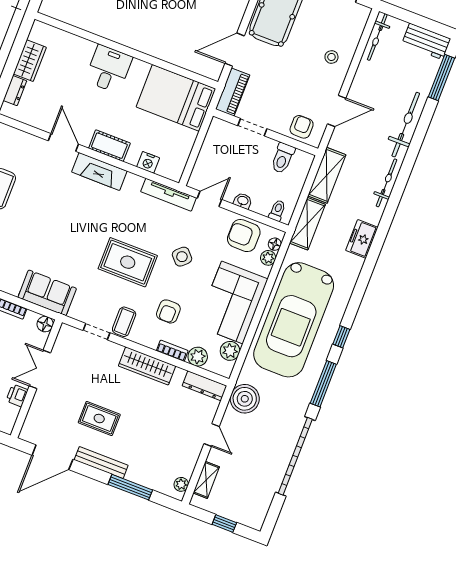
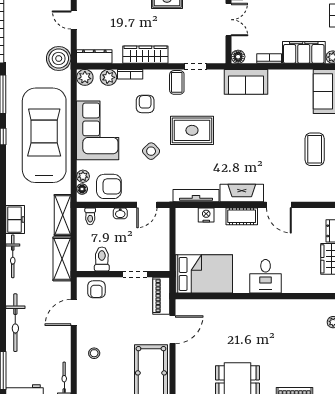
bicycle: (387, 183) -> (13, 256), moved
tv unit: (169, 195) -> (196, 196), moved
plant: (230, 351) -> (85, 77), moved

